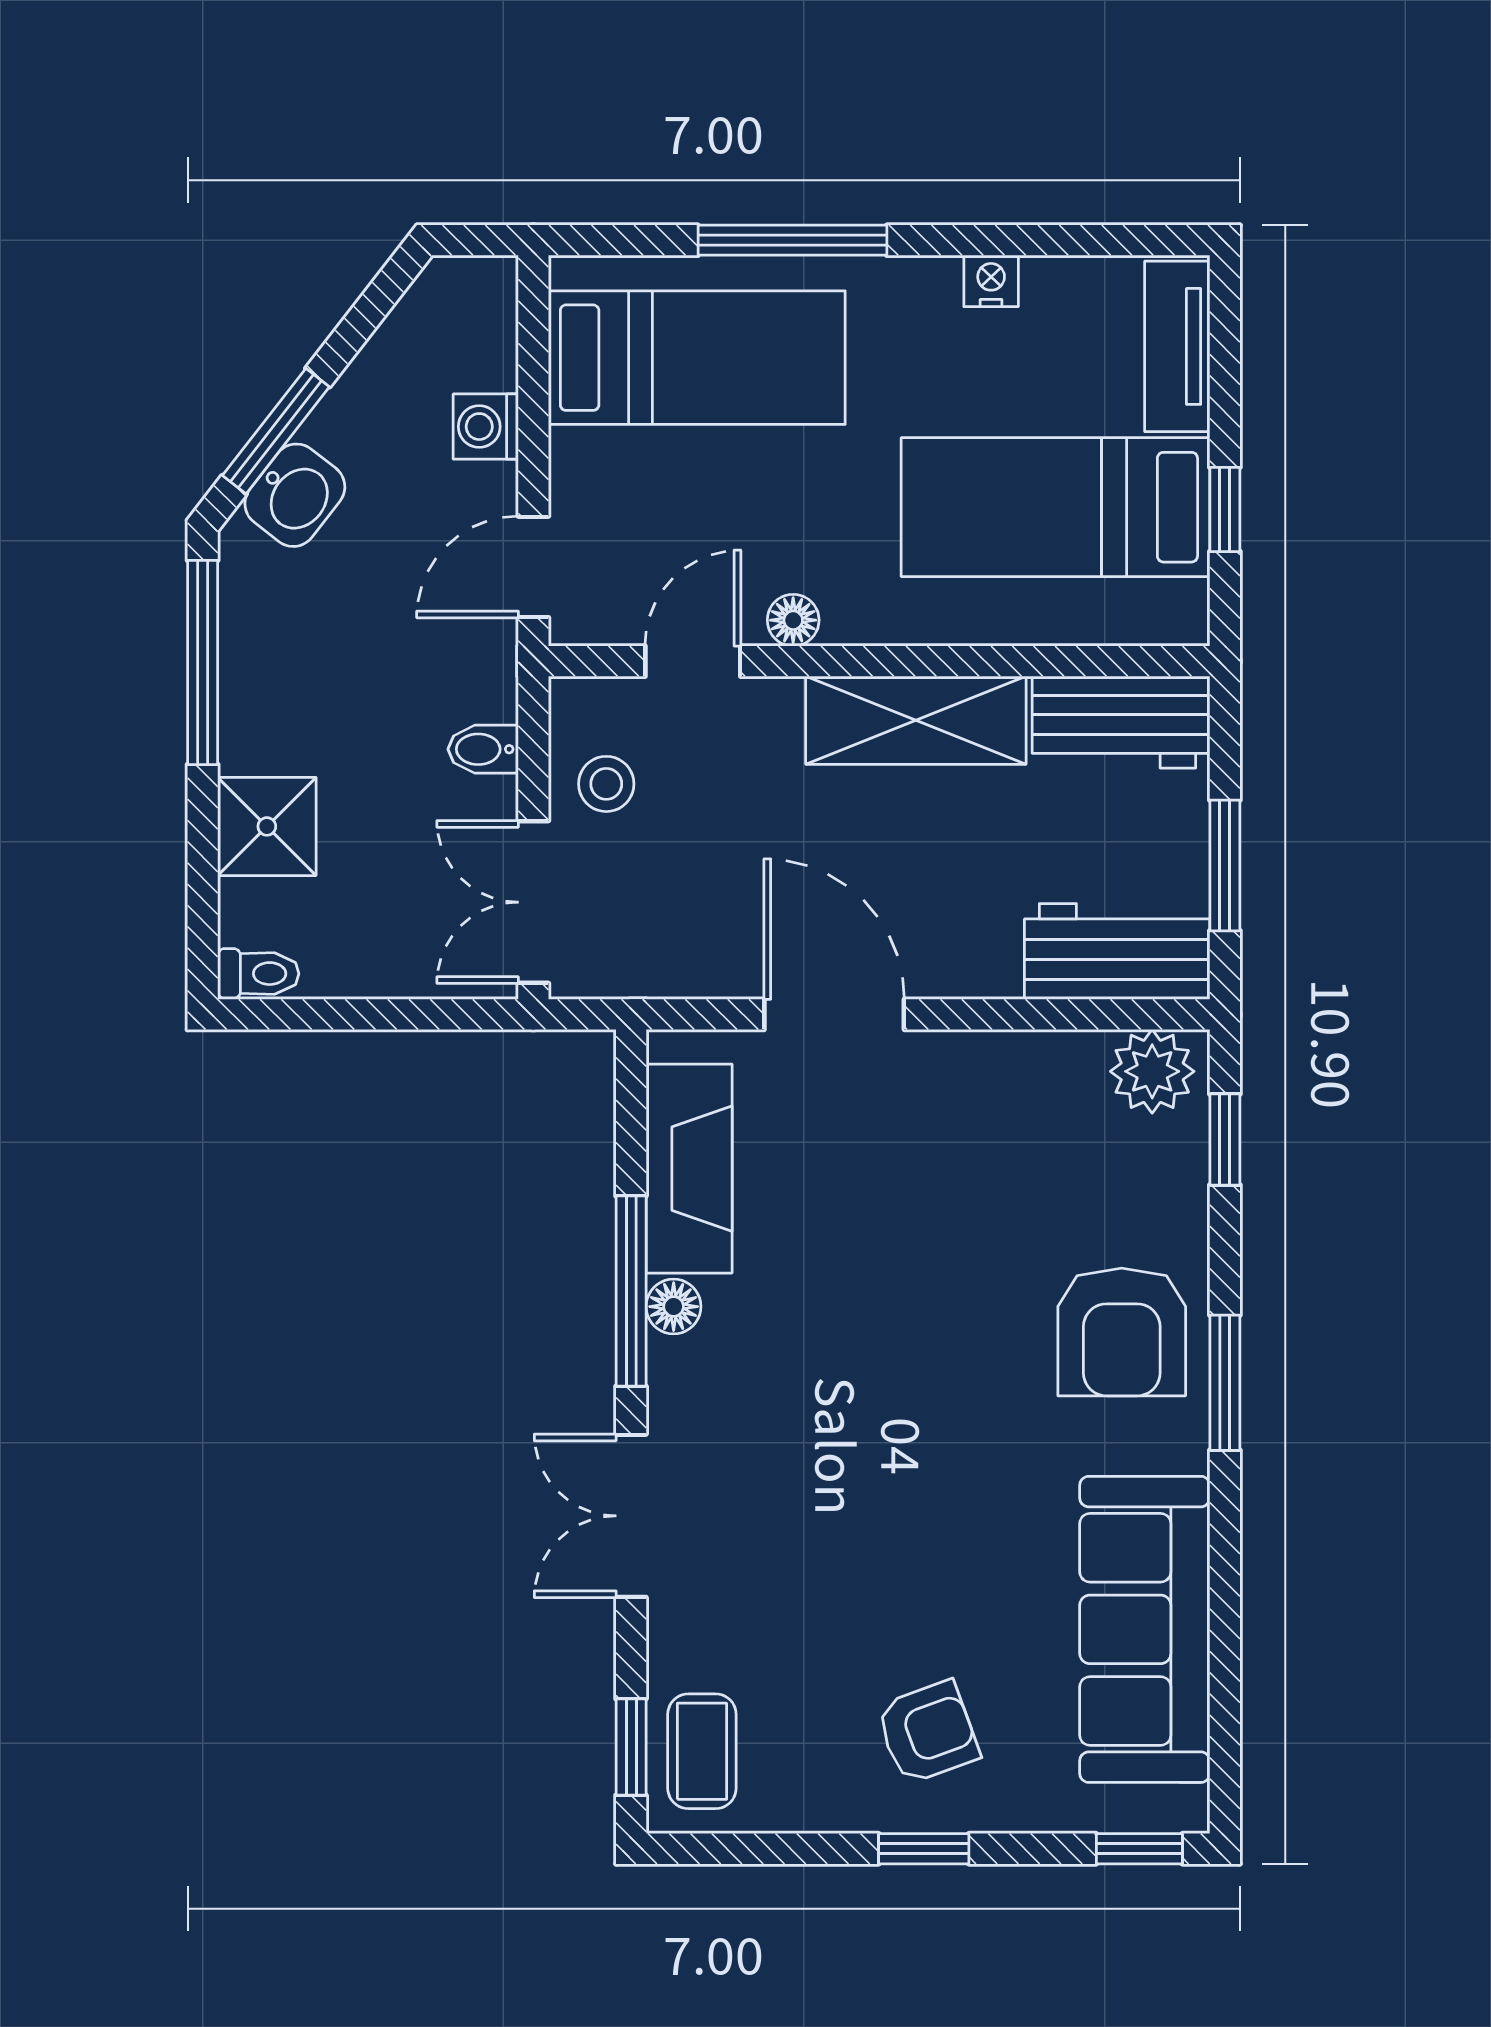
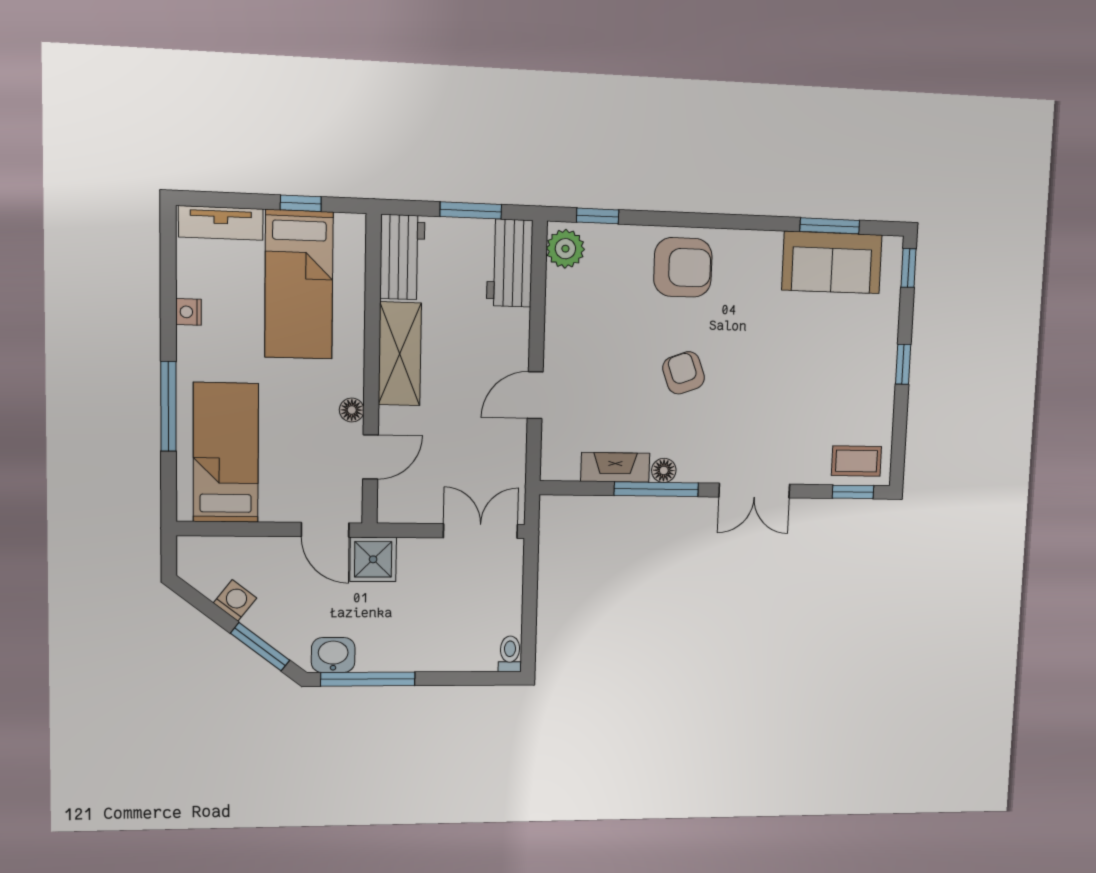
washing machine: (486, 427) -> (235, 600), moved, turned -142
washbasin: (295, 495) -> (333, 655), moved, turned -38
door: (693, 661) -> (370, 457), swing flipped
bidet: (483, 749) -> (410, 553), removed
stool: (606, 784) -> (427, 497), removed
shower: (267, 826) -> (373, 559), moved
double door: (533, 902) -> (481, 531), swing flipped
door: (834, 1014) -> (535, 395), width x0.73
fireplace: (689, 1169) -> (615, 467), width x0.73, depth x0.76
window: (1225, 1383) -> (830, 226), moved
sofa: (1145, 1629) -> (832, 262), width x0.73
armchair: (928, 1732) -> (684, 373), moved

